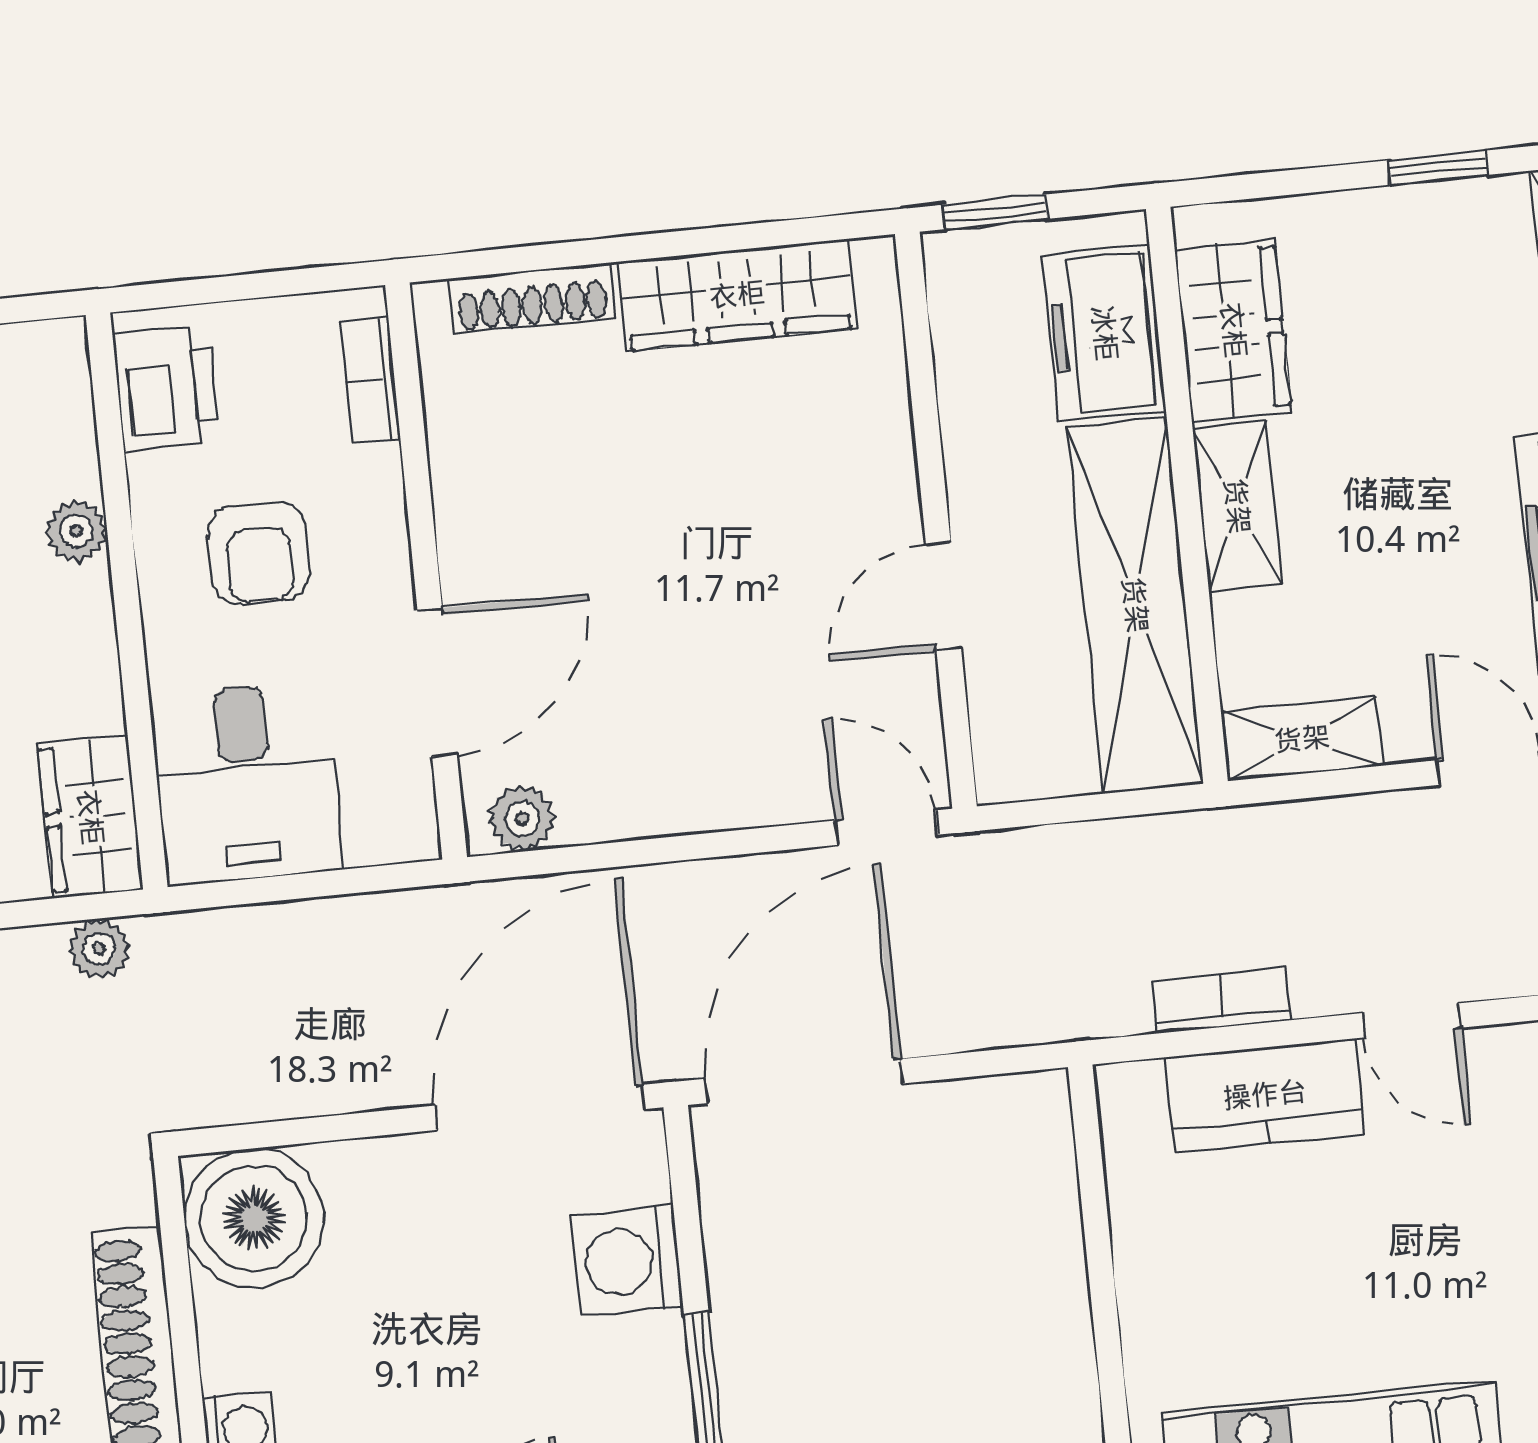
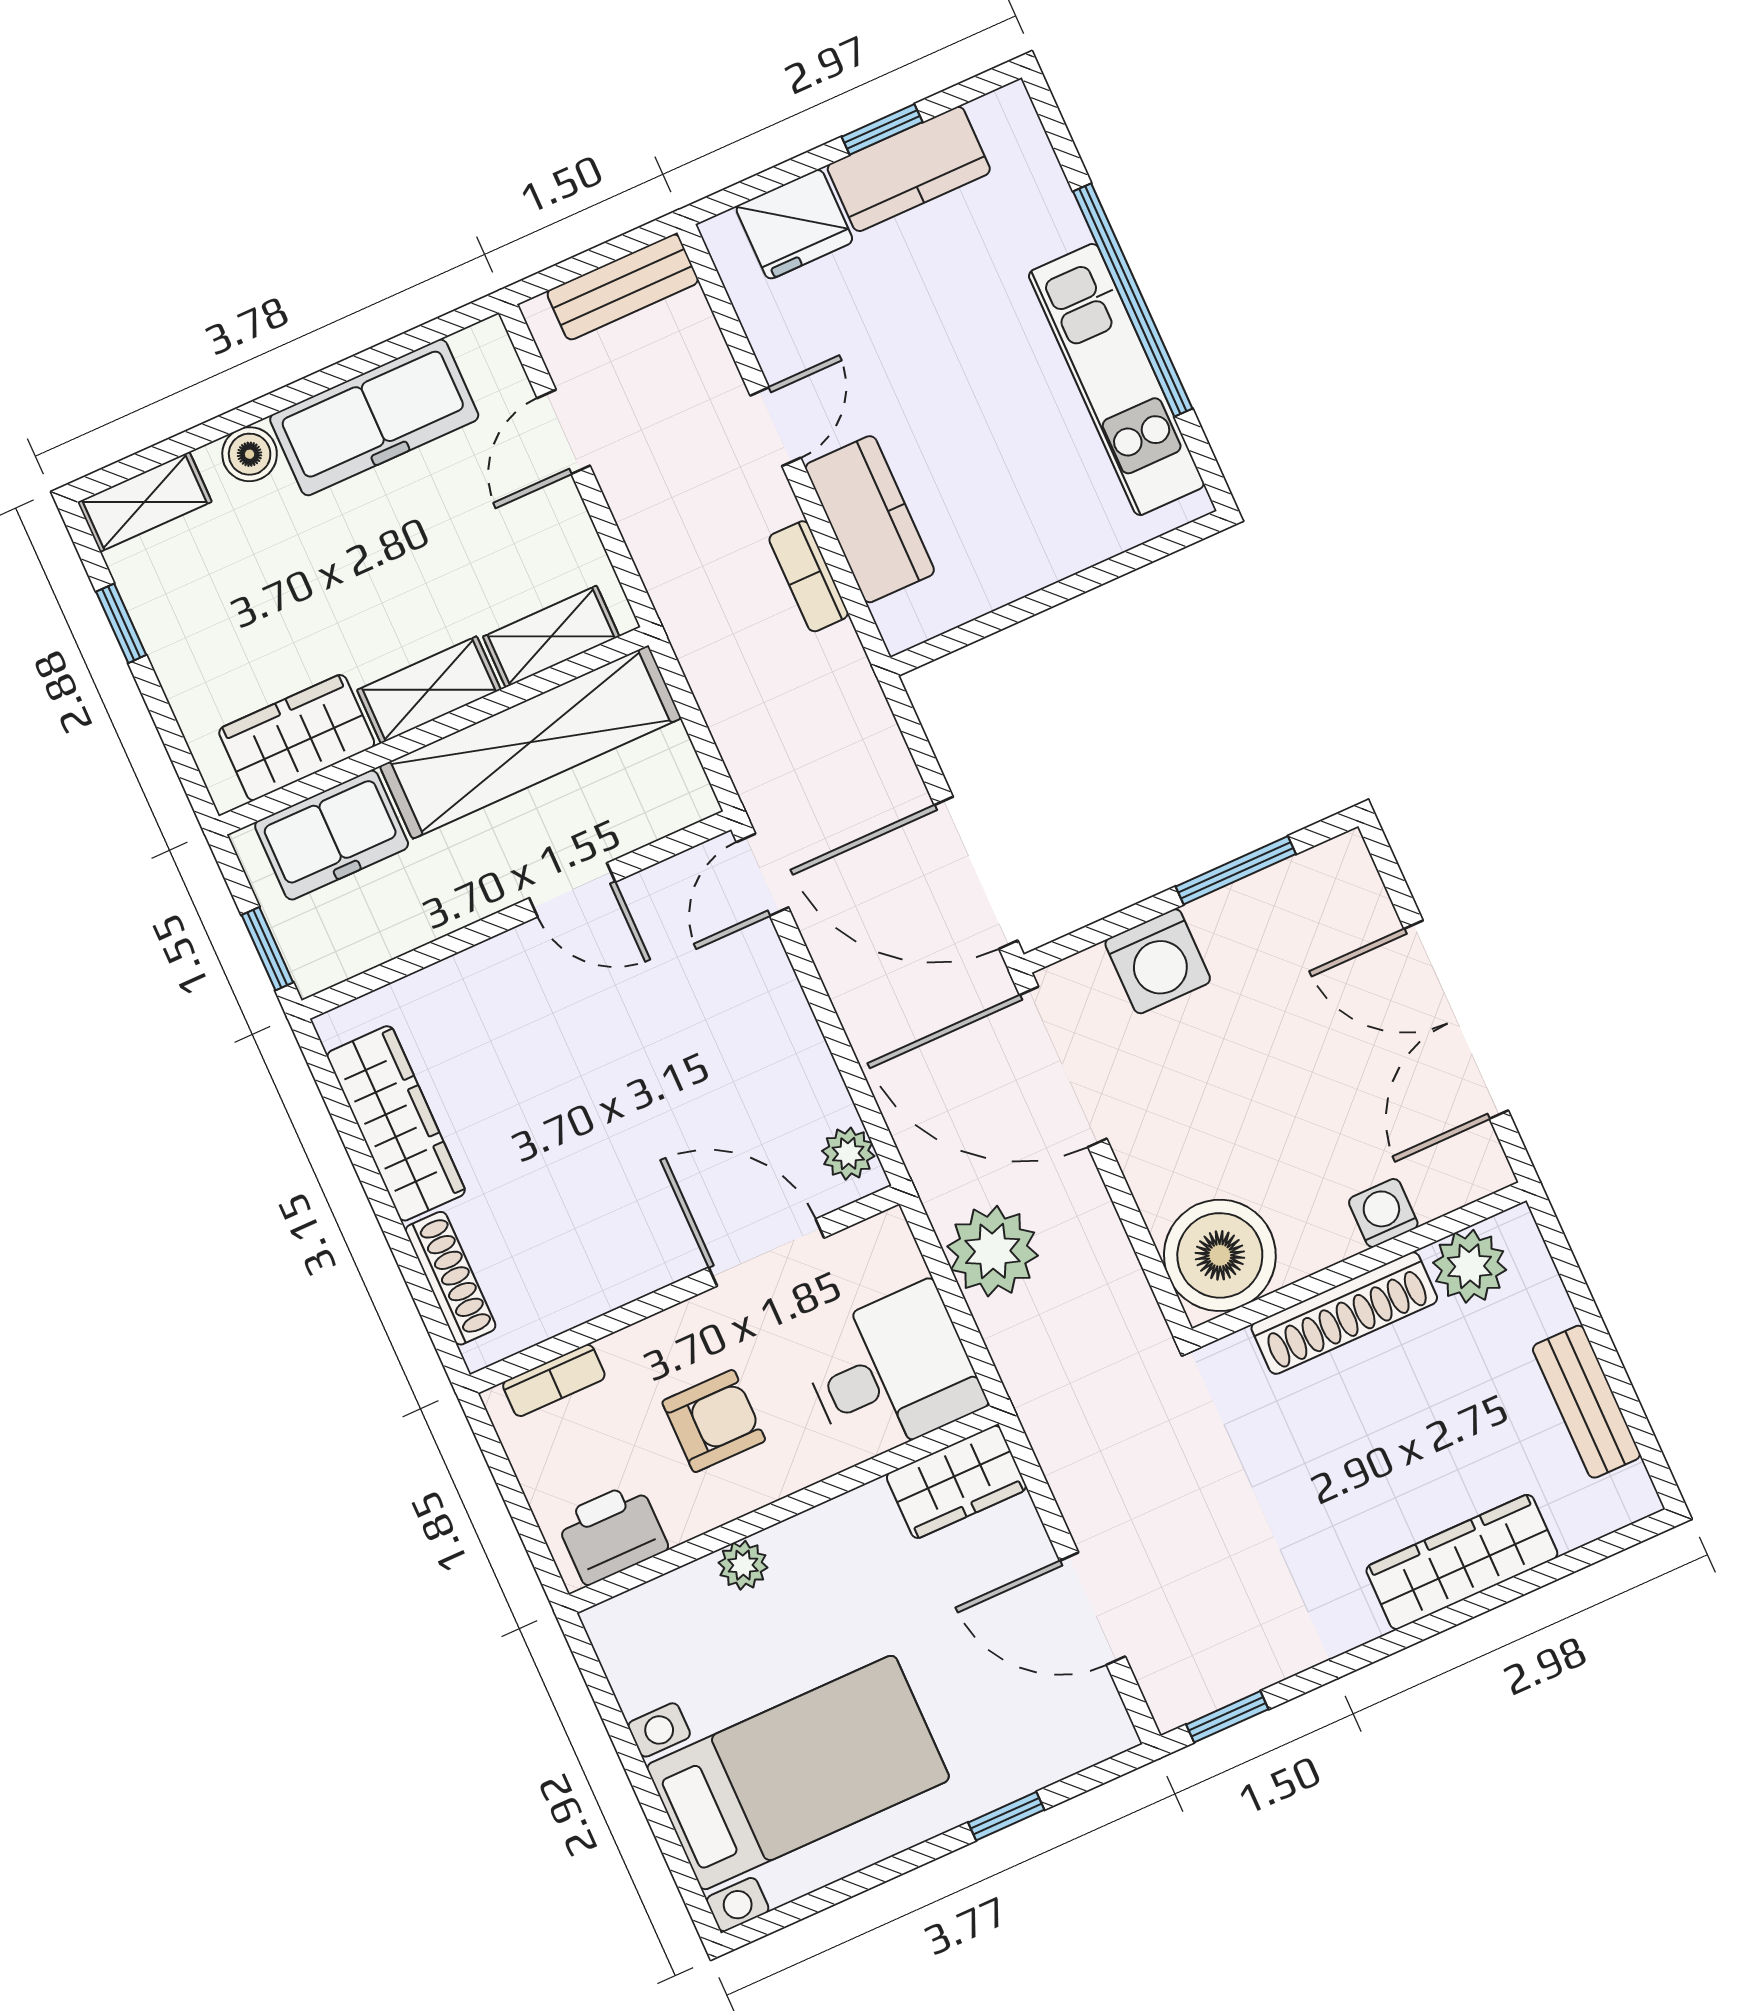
shelving: (1302, 739) -> (551, 637), moved, turned 90
plant: (99, 949) -> (993, 1251), moved, width x1.88, depth x1.88

